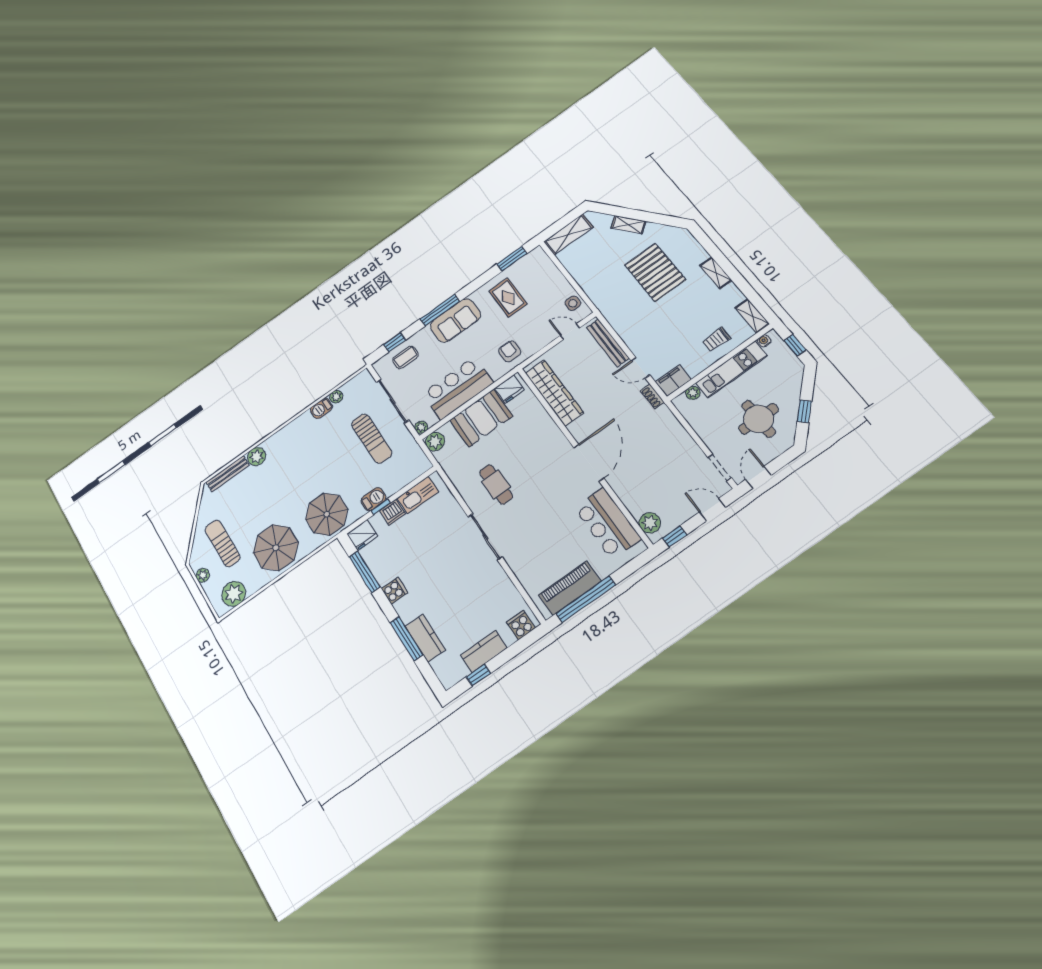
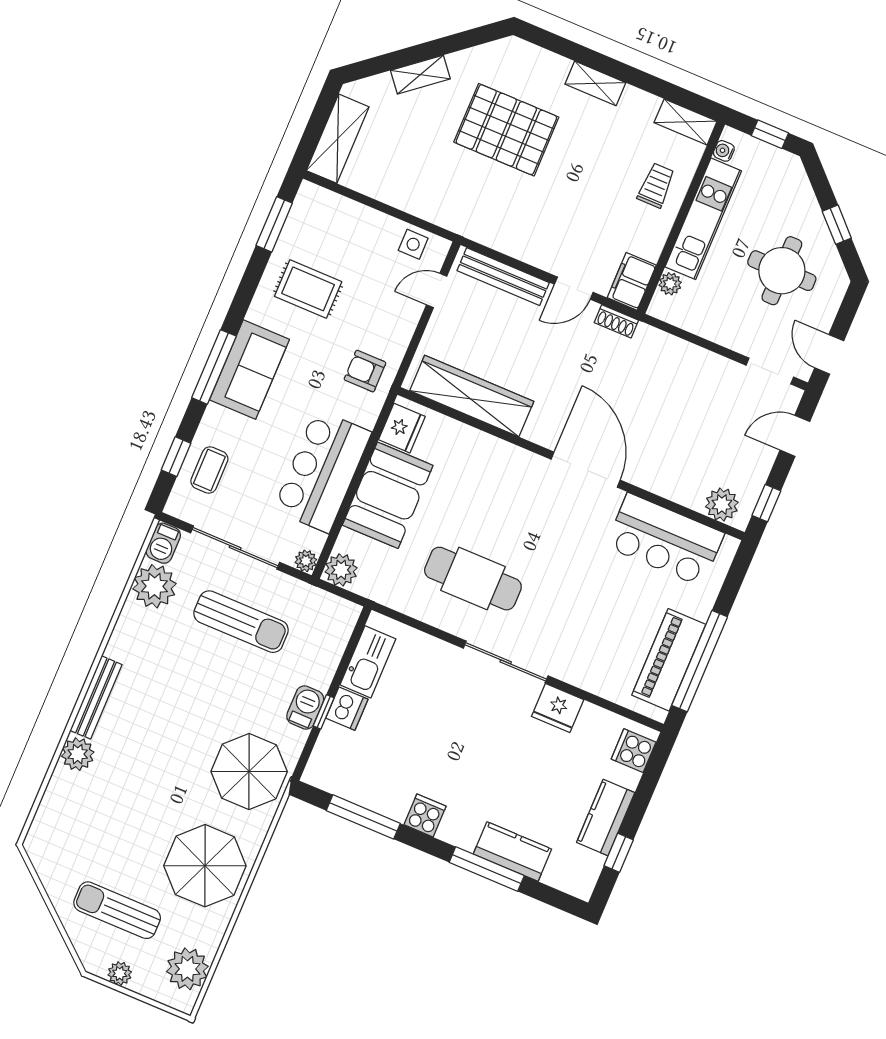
trolley: (716, 339) -> (656, 185), turned 180
plant: (336, 397) -> (154, 586), width x1.87, depth x1.87
barbecue: (321, 408) -> (163, 543), moved
bench: (228, 474) -> (96, 697), moved
cafe table: (496, 484) -> (473, 579), width x1.37, depth x1.35
fridge: (362, 535) -> (558, 708), moved, turned 90

